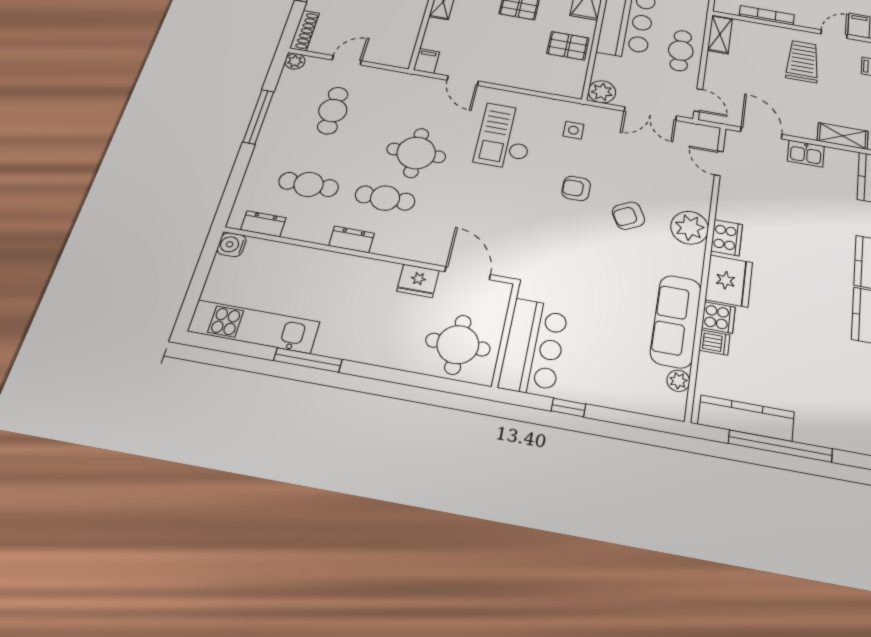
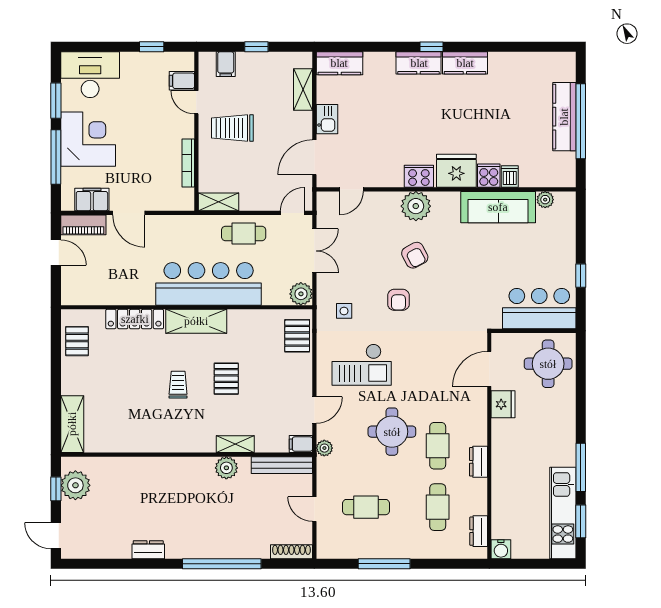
bench: (407, 39) -> (282, 465), added
pallet: (568, 46) -> (297, 336), moved
plant: (295, 61) -> (324, 448), moved
window: (235, 347) -> (581, 521), added
kitchen counter: (746, 418) -> (564, 117), moved

